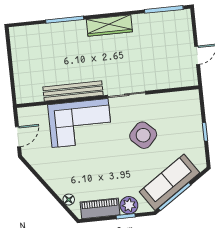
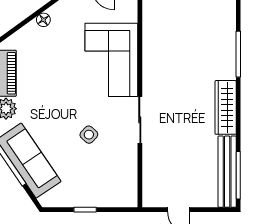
bench: (73, 91) -> (227, 172), moved
side table: (143, 135) -> (89, 135), width x0.54, depth x0.54
floor lamp: (69, 200) -> (43, 20), moved

